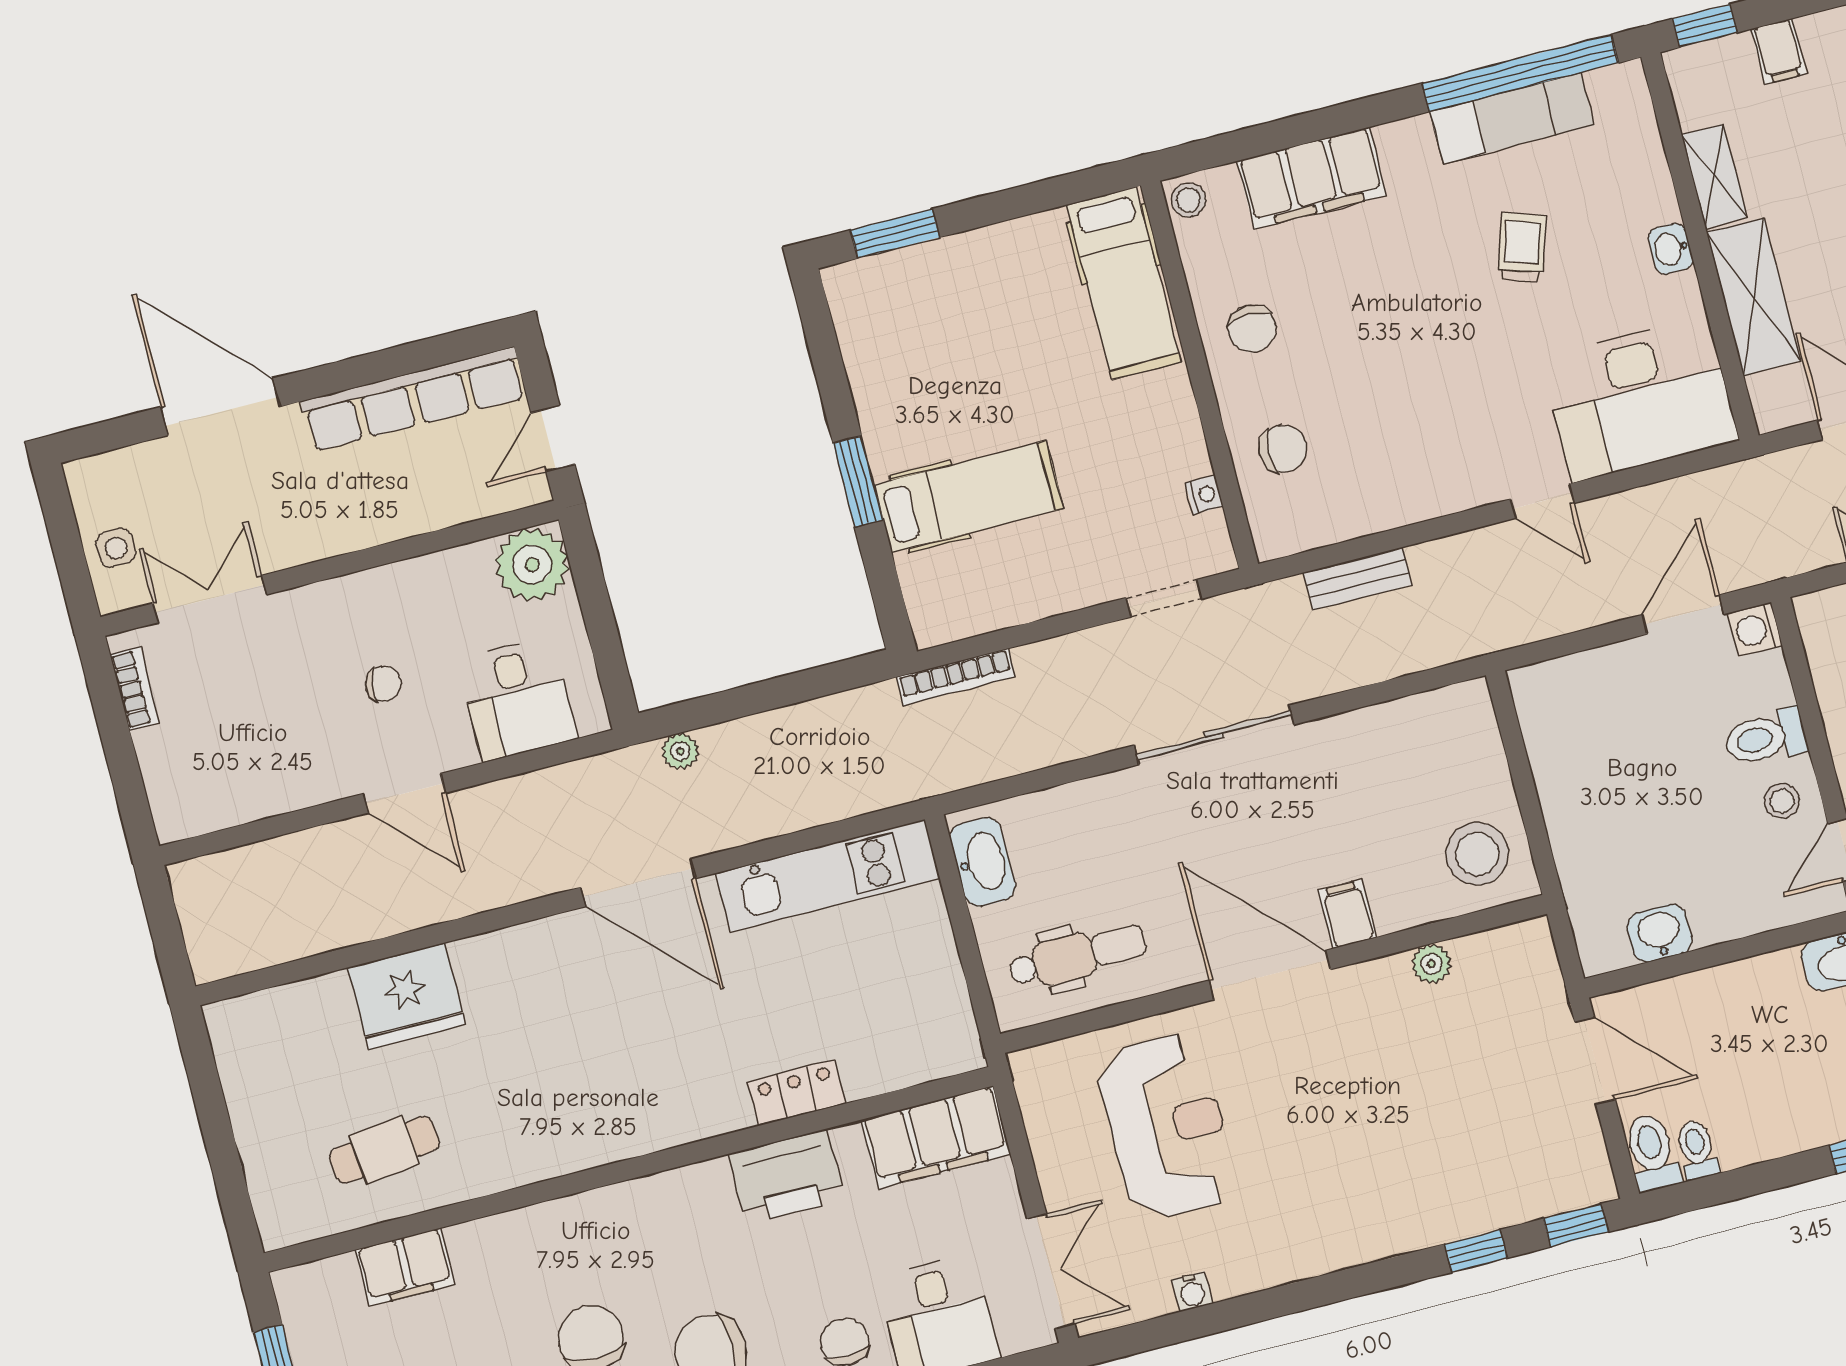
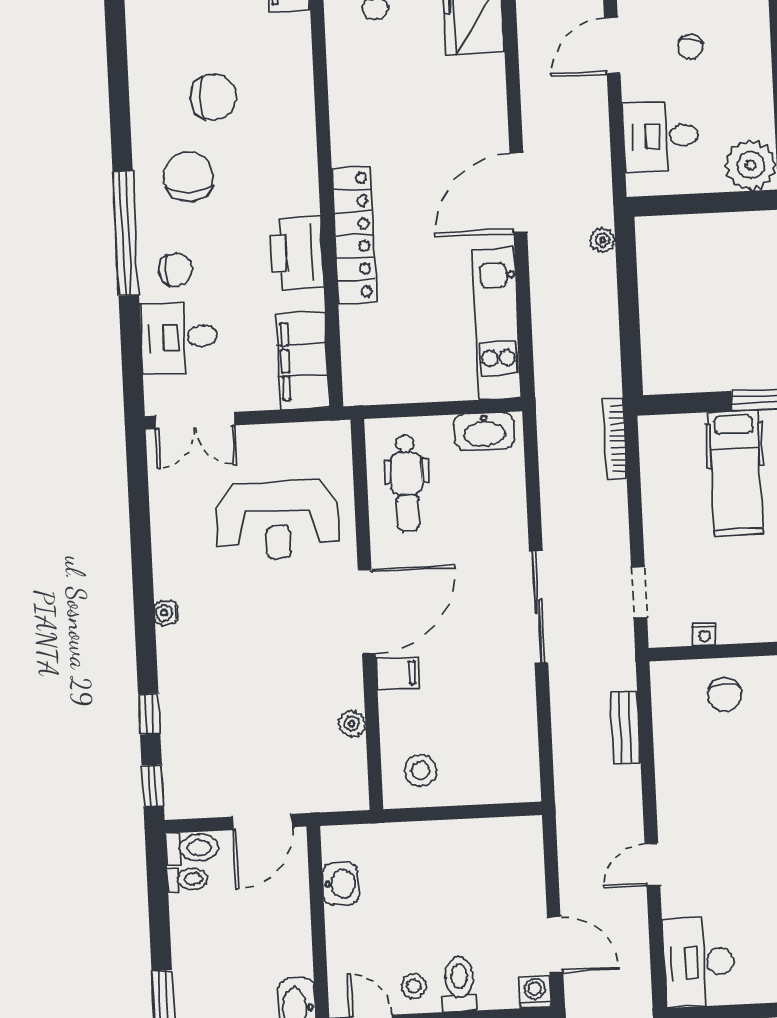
desk: (1640, 399) -> (699, 962), width x0.73, depth x0.77
stool: (1477, 854) -> (421, 770), width x0.73, depth x0.73
locker: (797, 1093) -> (354, 235), width x2.16, depth x1.21
water cooler: (1192, 1291) -> (166, 613), moved

